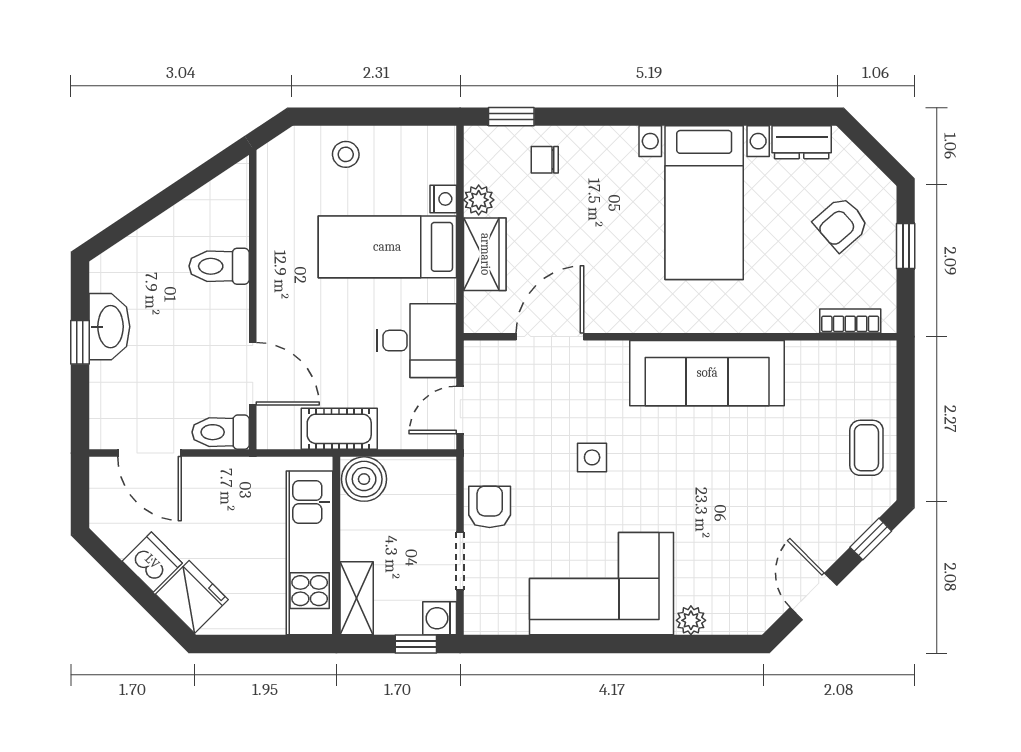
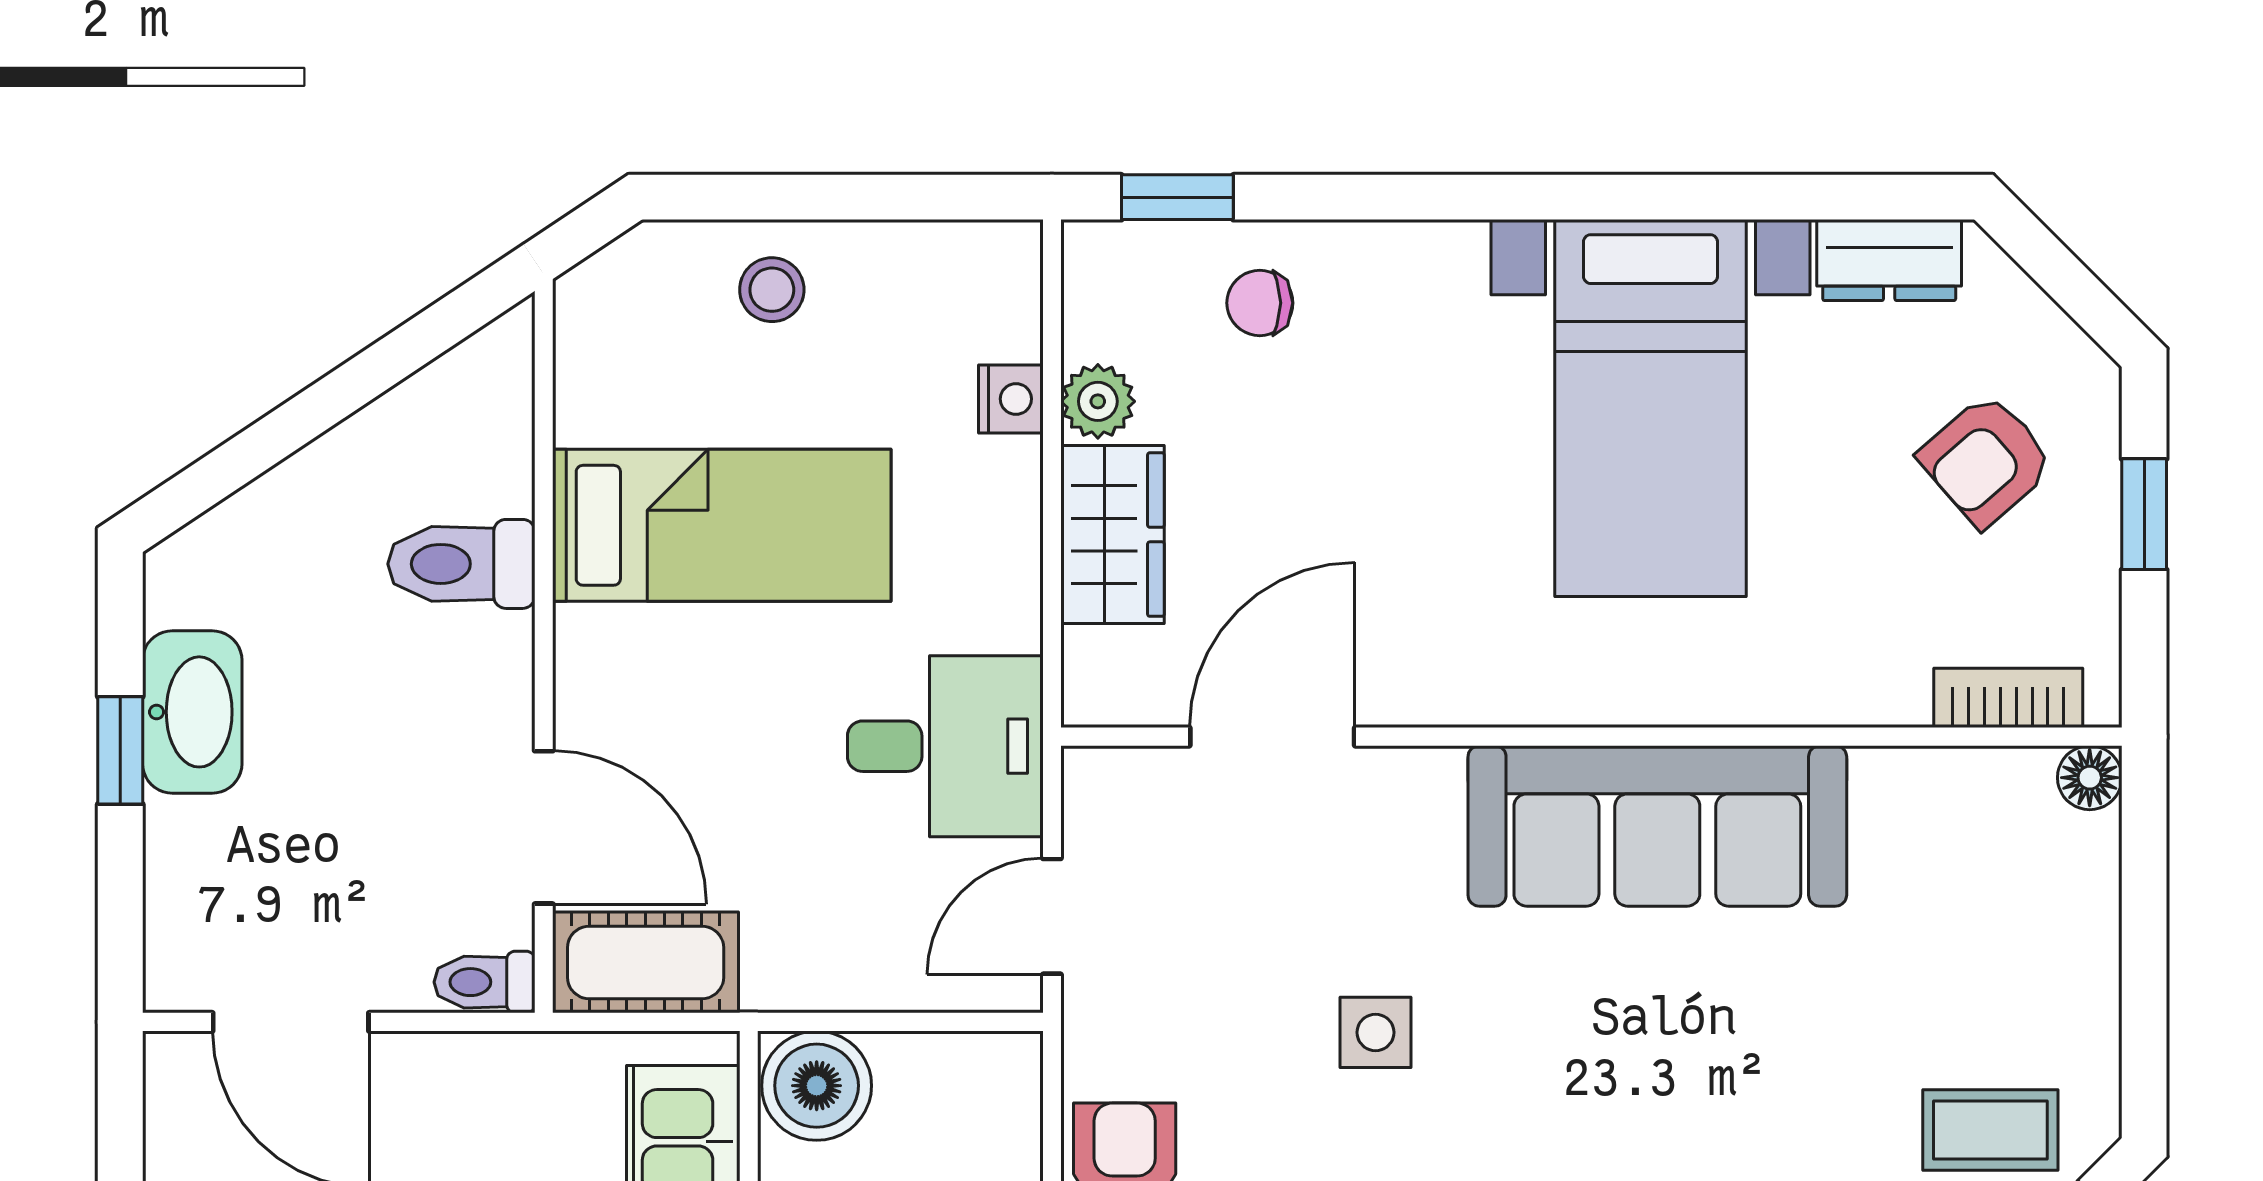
bed: (387, 247) -> (722, 525), moved, turned 180
floor lamp: (883, 353) -> (2090, 778), added
cot: (339, 429) -> (646, 962), moved
toilet: (221, 432) -> (484, 982), width x0.73, depth x0.72
coffee table: (866, 448) -> (1990, 1130), moved, turned 90

